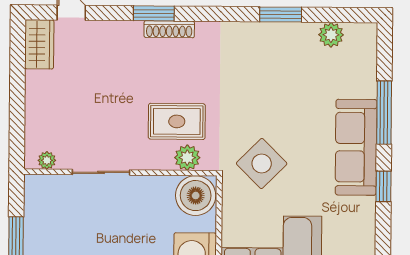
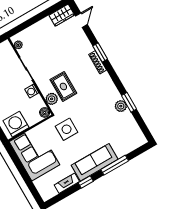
plant: (331, 35) -> (121, 106), moved
side table: (262, 164) -> (67, 129), turned 45
washing machine: (150, 187) -> (32, 91), added
boiler: (196, 196) -> (45, 112), width x0.54, depth x0.54
fireplace: (365, 223) -> (67, 183), added

